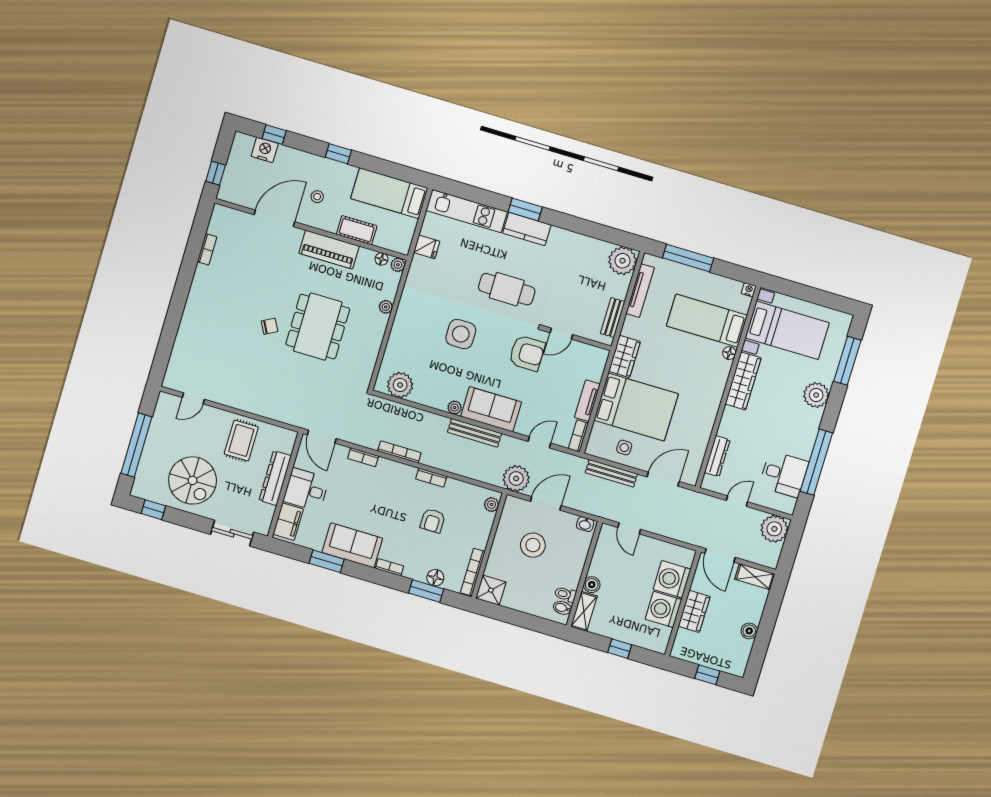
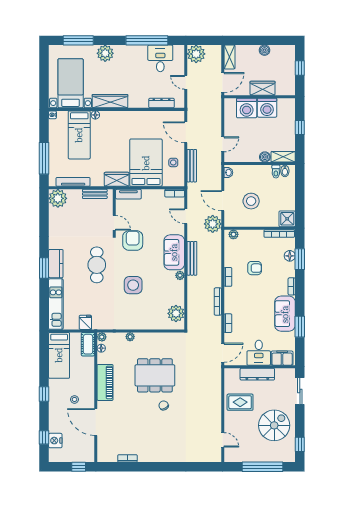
cot: (357, 230) -> (88, 344), moved
tv unit: (587, 401) -> (128, 194), moved

